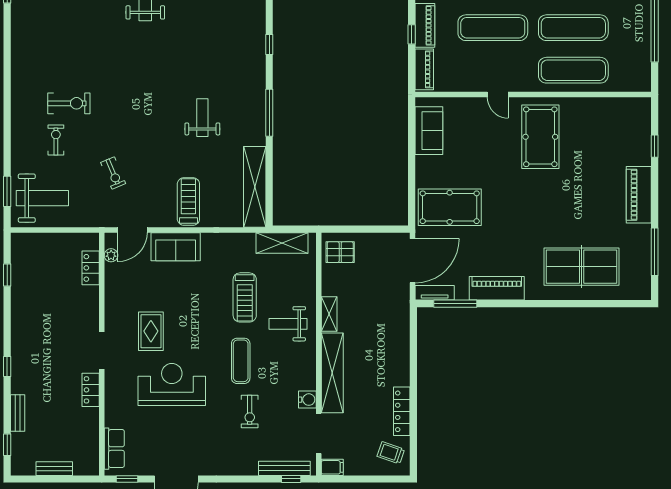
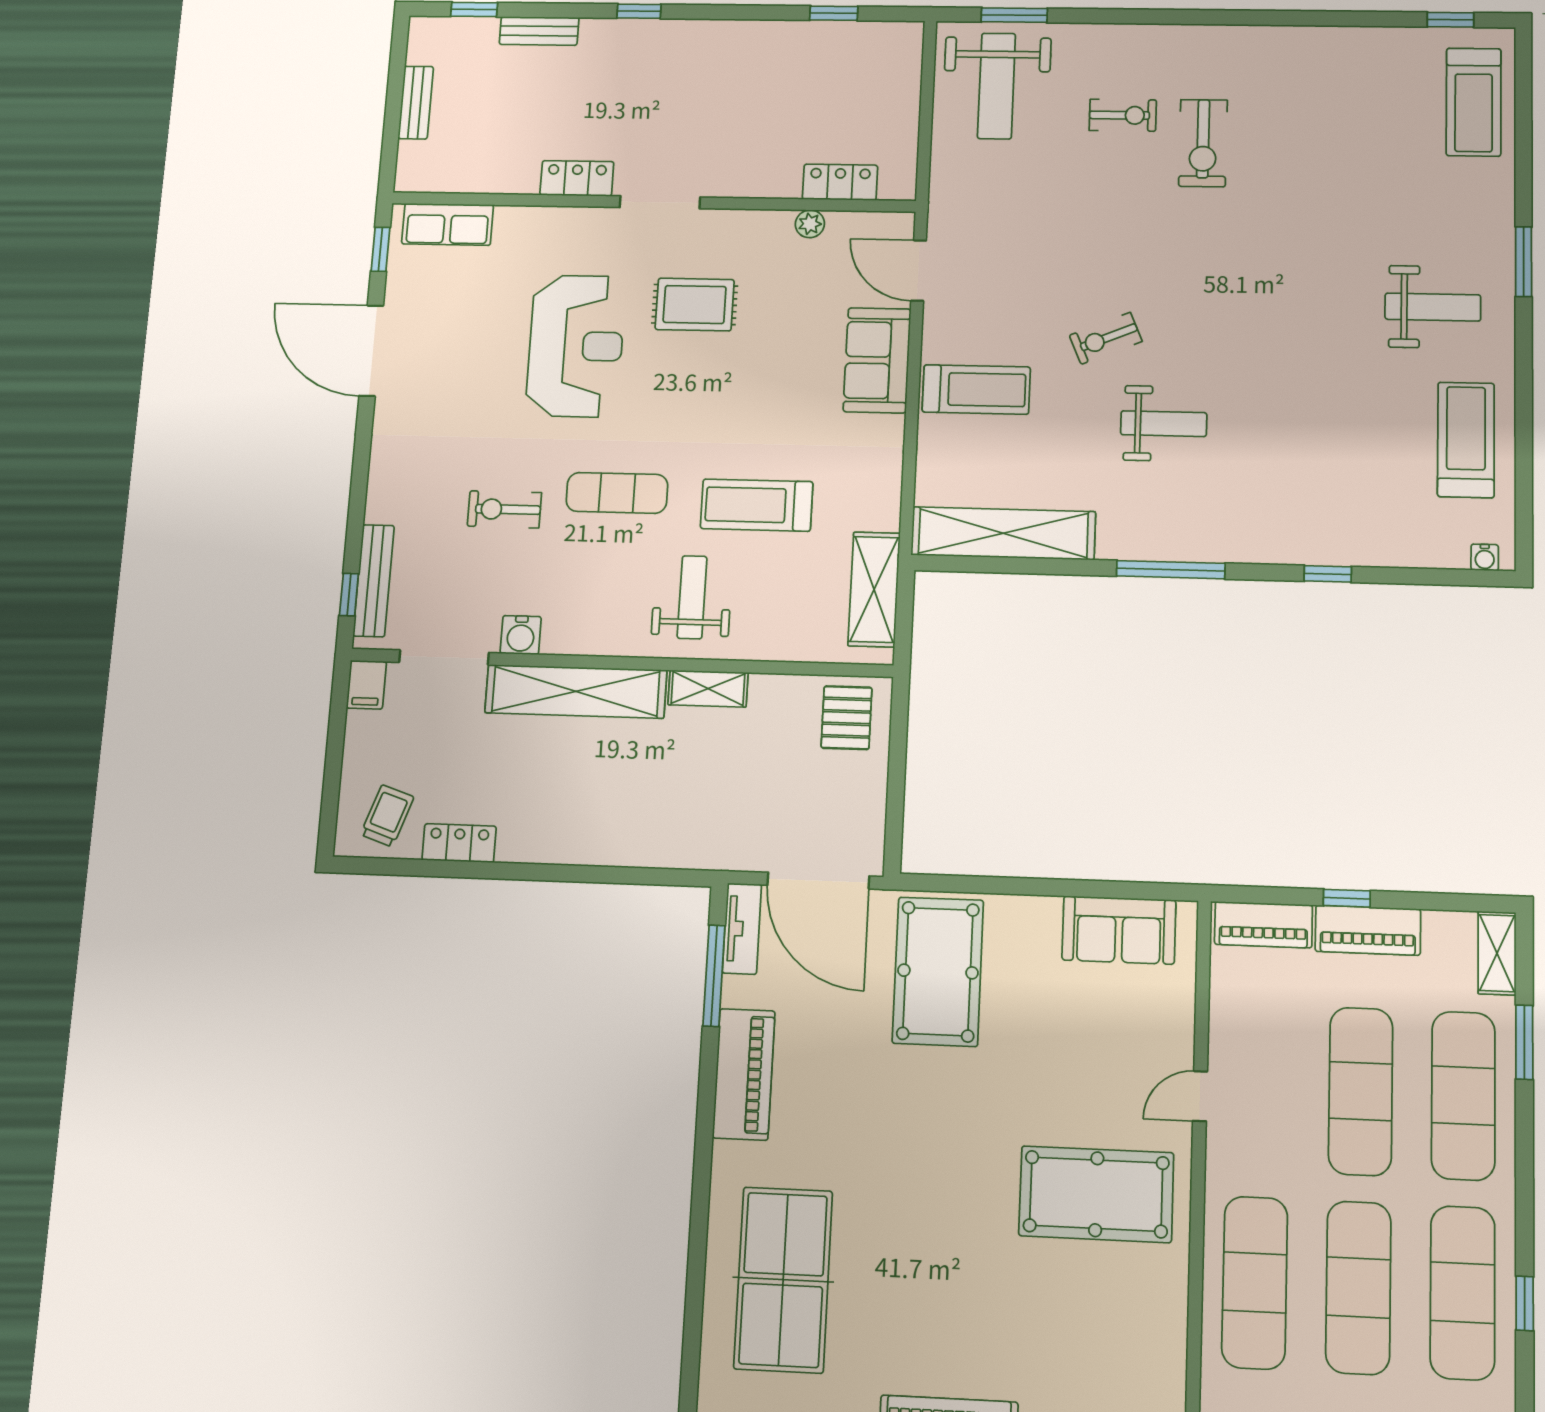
exercise bike: (113, 173) -> (1106, 338), moved
plant: (111, 255) -> (810, 224), moved
locker: (402, 411) -> (459, 843), width x0.66

